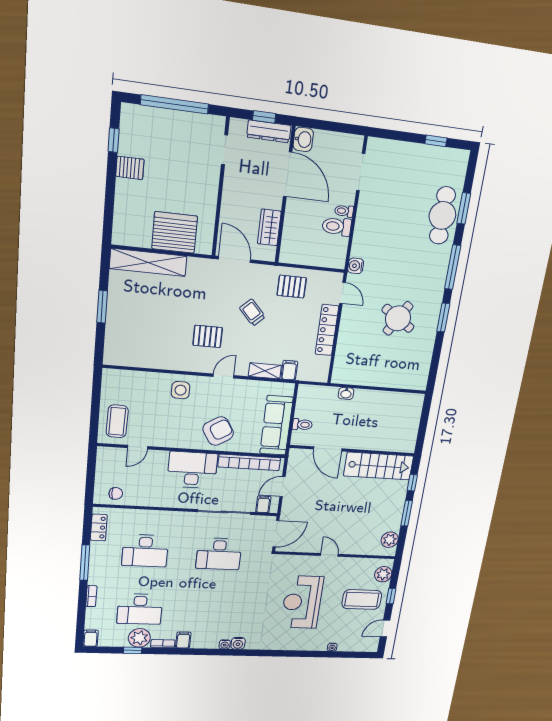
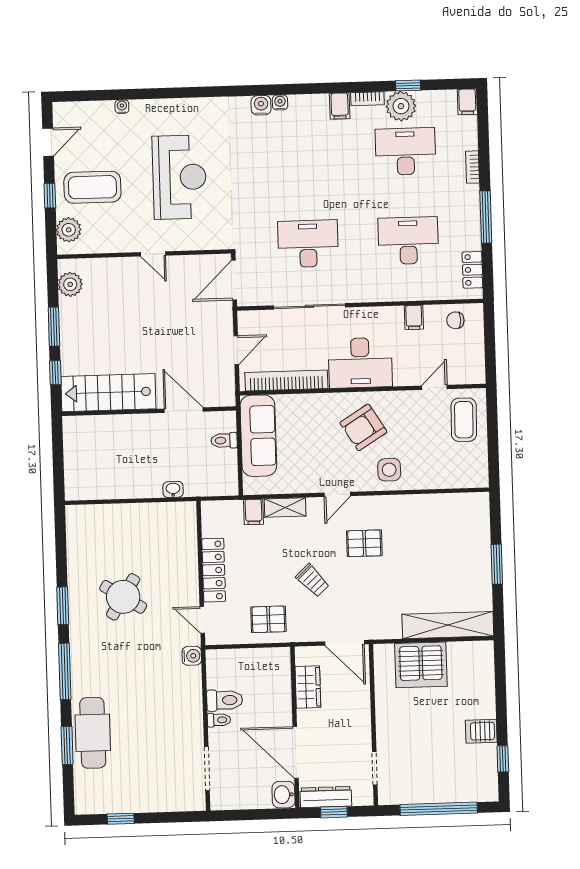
armchair: (218, 431) -> (363, 427), moved
filing cabinet: (263, 504) -> (414, 317), moved

